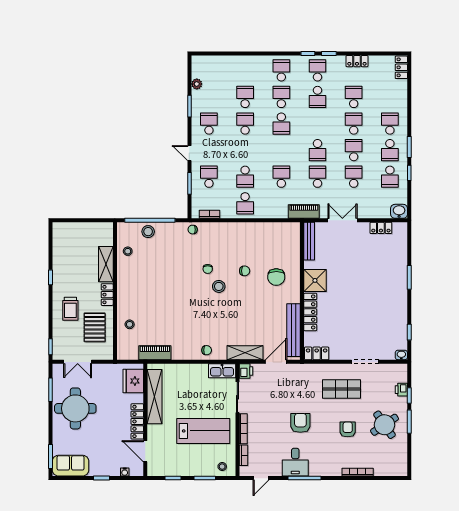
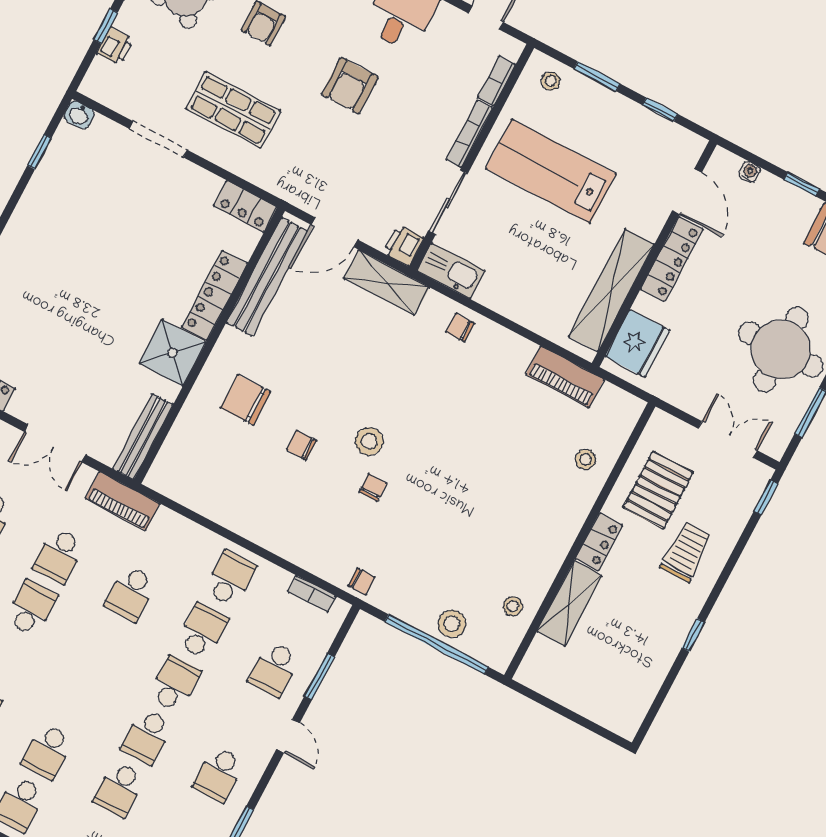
school desk: (281, 124) -> (175, 684), moved
chair: (276, 277) -> (246, 400), turned -90

